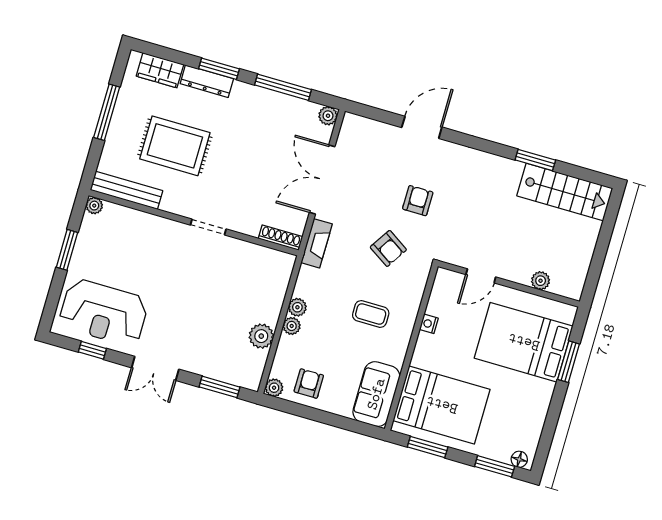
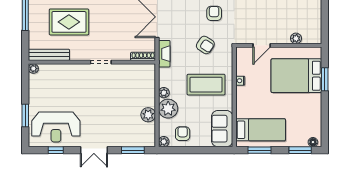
window: (67, 250) -> (25, 115), moved
coffee table: (371, 314) -> (206, 85), width x1.86, depth x1.72
plant: (292, 326) -> (168, 109), width x1.88, depth x1.88
bed: (442, 405) -> (261, 130), width x0.67

